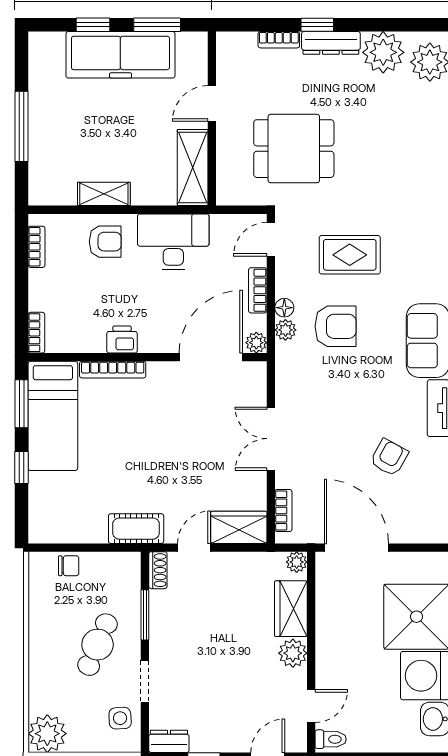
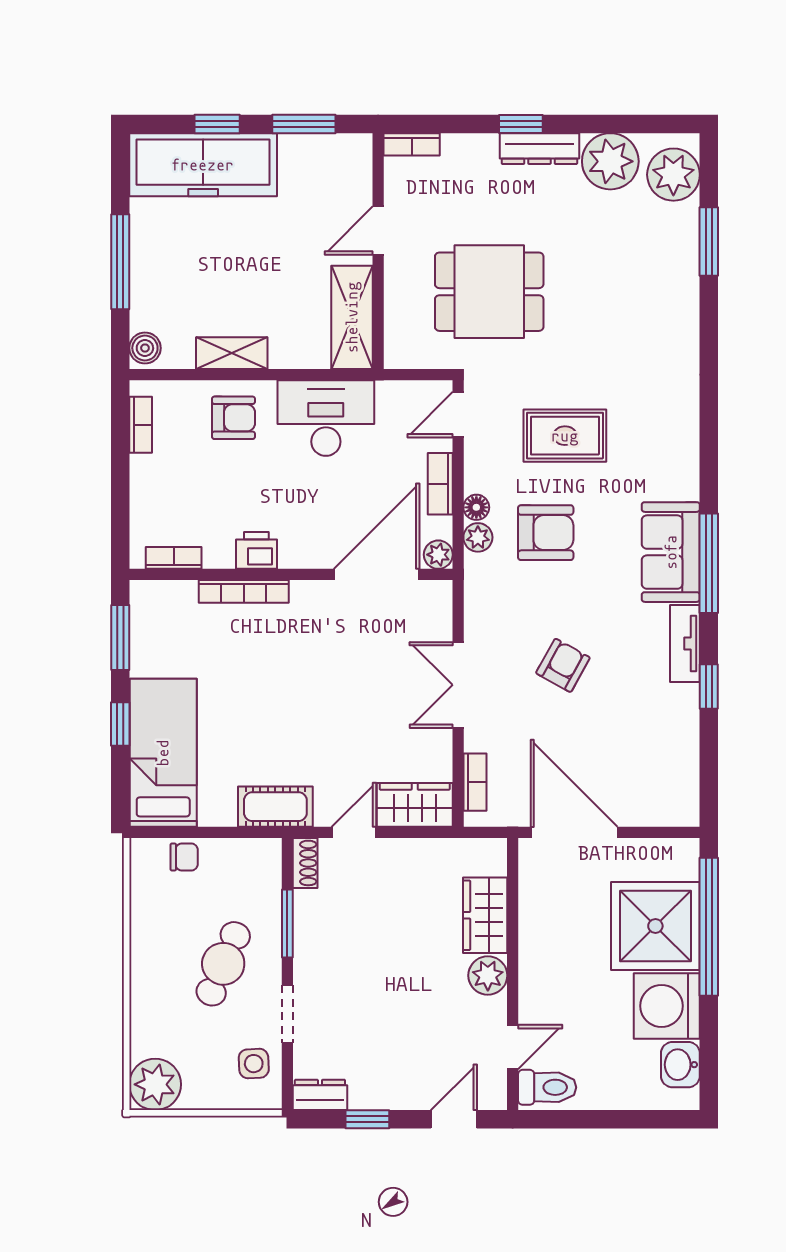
bookcase: (279, 40) -> (412, 144), moved
freezer: (120, 55) -> (203, 165), moved
boiler: (40, 190) -> (145, 348), added
bookcase: (36, 333) -> (174, 558), moved, turned -90
bed: (53, 416) -> (163, 753), moved, turned 180
armchair: (389, 458) -> (563, 665), moved
plant: (297, 562) -> (493, 852), removed
toilet: (331, 739) -> (547, 1087), width x1.37, depth x1.39

